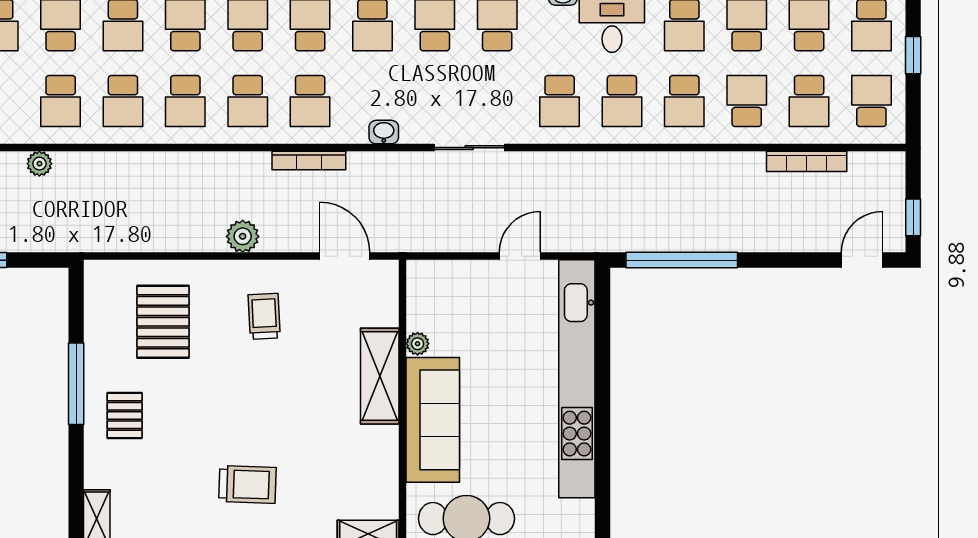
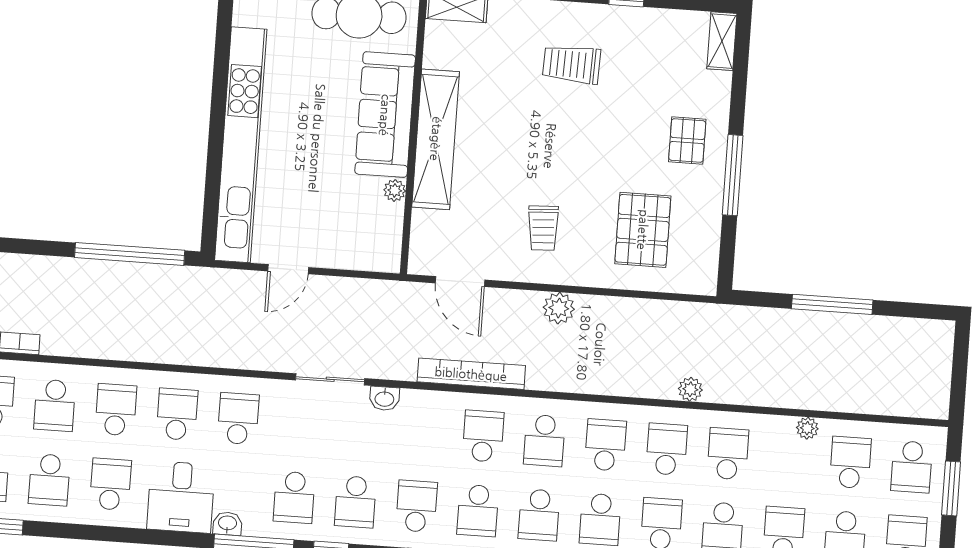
school desk: (248, 101) -> (544, 440), turned 180
washbasin: (384, 132) -> (384, 398), moved
bookcase: (309, 161) -> (471, 374), width x1.48, depth x1.31
plant: (39, 164) -> (690, 389), moved
shelving: (380, 376) -> (436, 139), width x1.47

